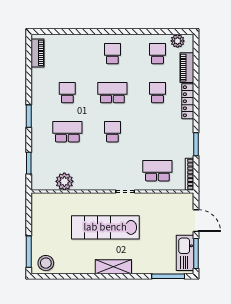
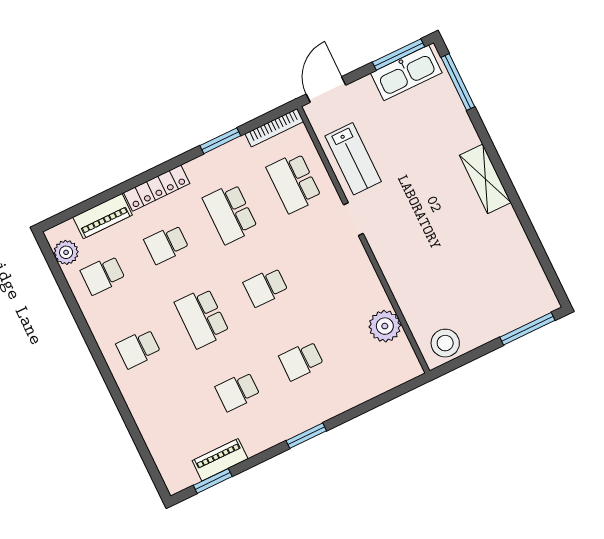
piano: (38, 53) -> (220, 460), moved
school desk: (67, 132) -> (301, 361), width x0.54
school desk: (157, 132) -> (230, 213), added
window: (29, 163) -> (213, 481), moved
door: (196, 221) -> (326, 90), moved
lab bench: (105, 227) -> (353, 159), moved, width x0.54, depth x0.72
stool: (46, 263) -> (445, 343), moved

